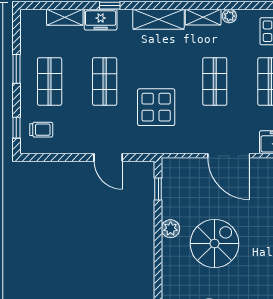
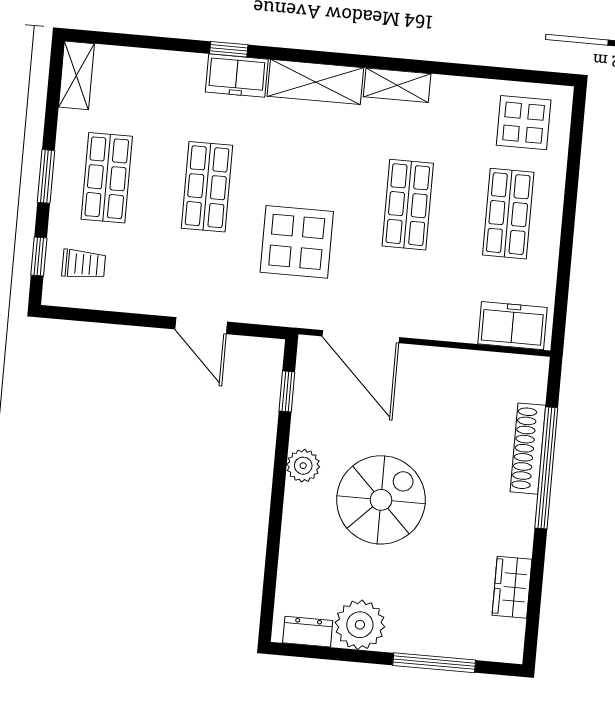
plant: (229, 16) -> (445, 88), removed
shelving: (65, 17) -> (76, 75), moved, turned 90
freezer: (101, 20) -> (237, 76), moved
window: (16, 69) -> (46, 176), moved
door: (229, 156) -> (361, 337), moved

